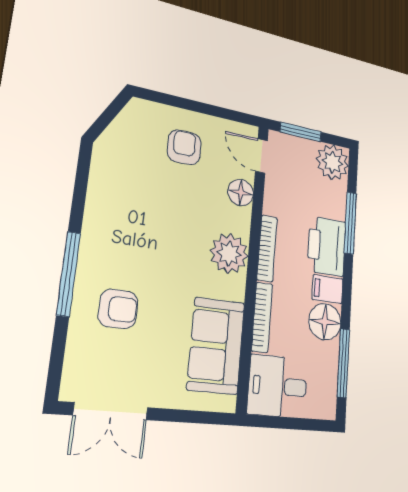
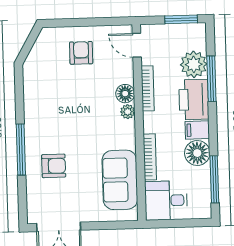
window: (301, 132) -> (181, 19), moved
plant: (333, 162) -> (194, 64), moved
floor lamp: (241, 193) -> (125, 94), moved
bookcase: (267, 248) -> (148, 88), moved
plant: (229, 253) -> (128, 112), width x0.53, depth x0.53

